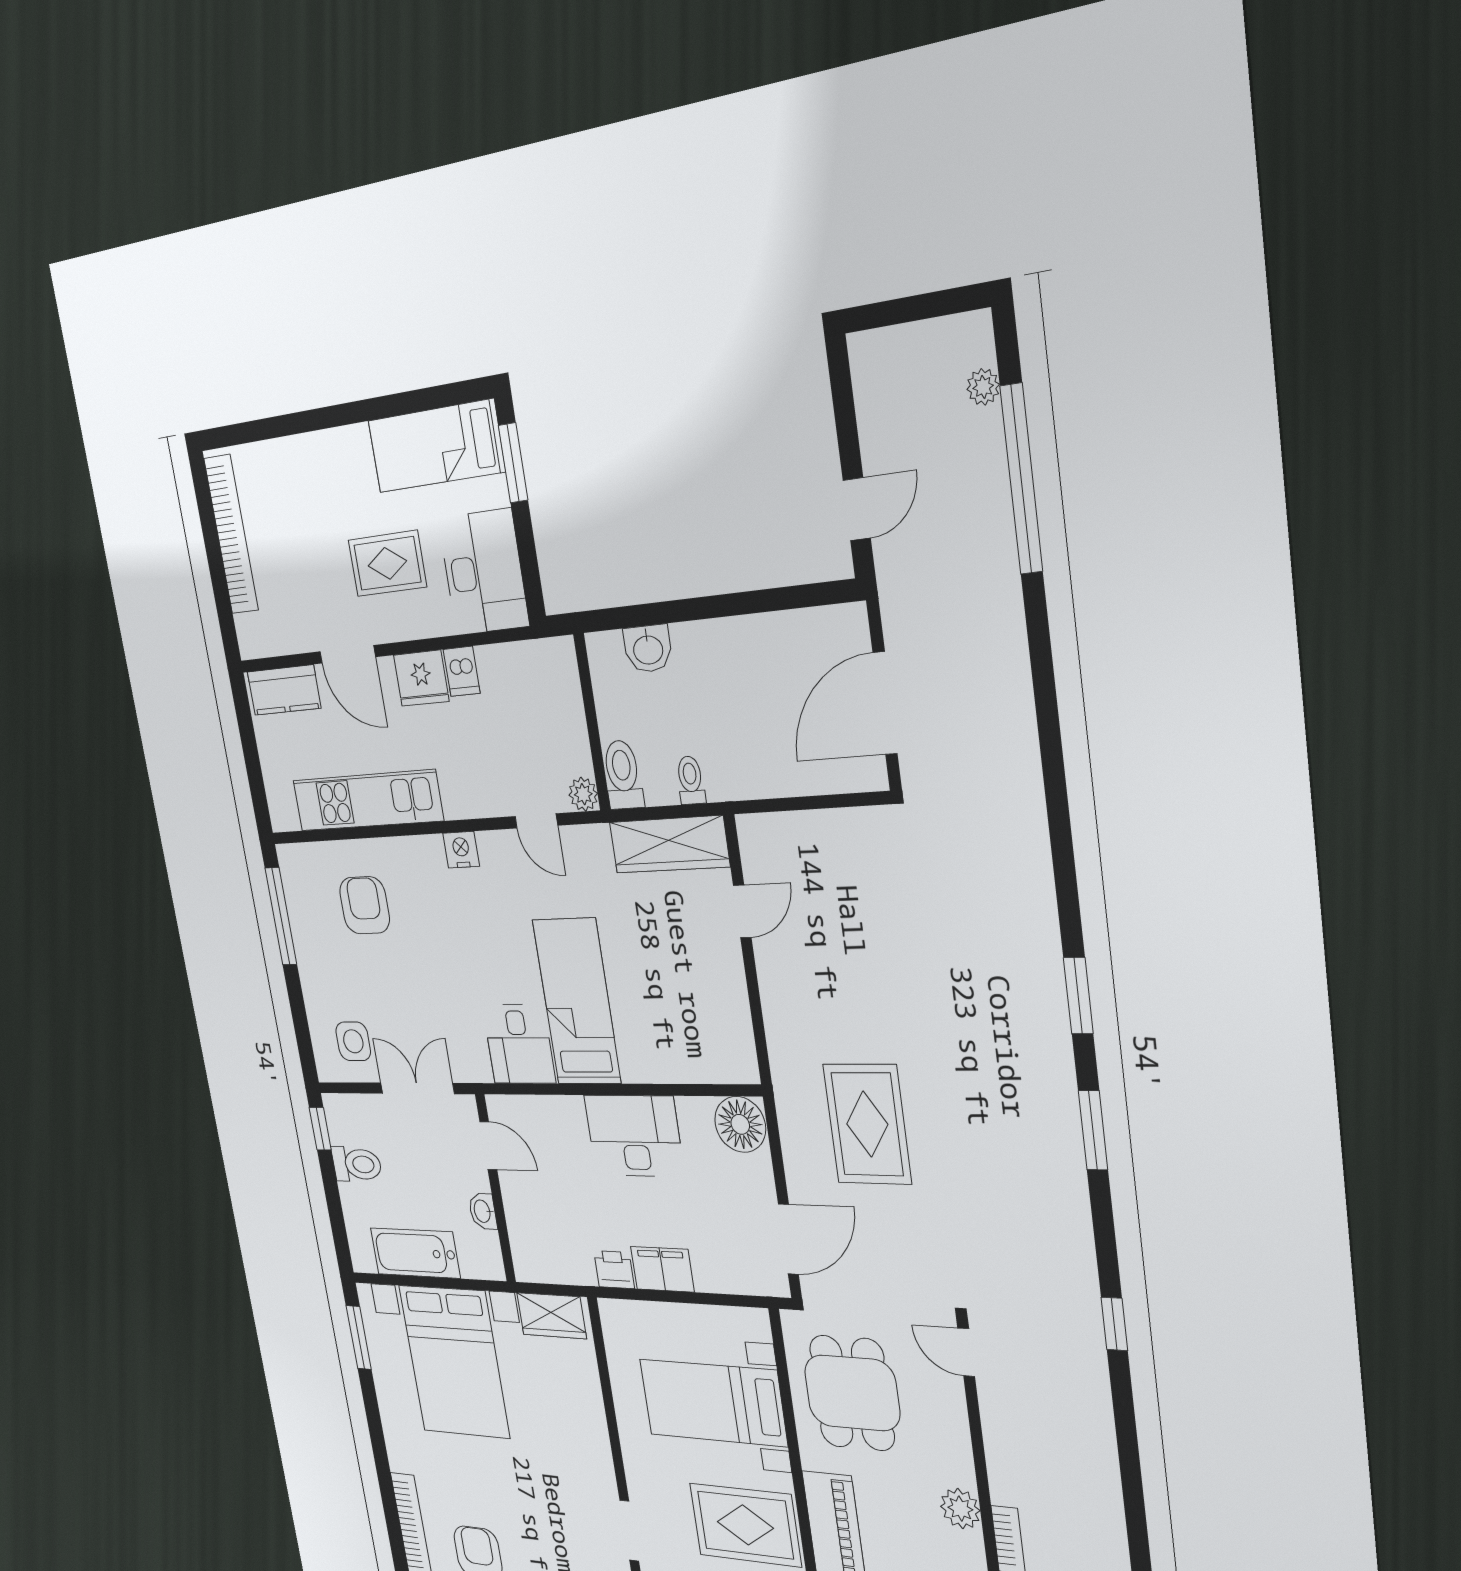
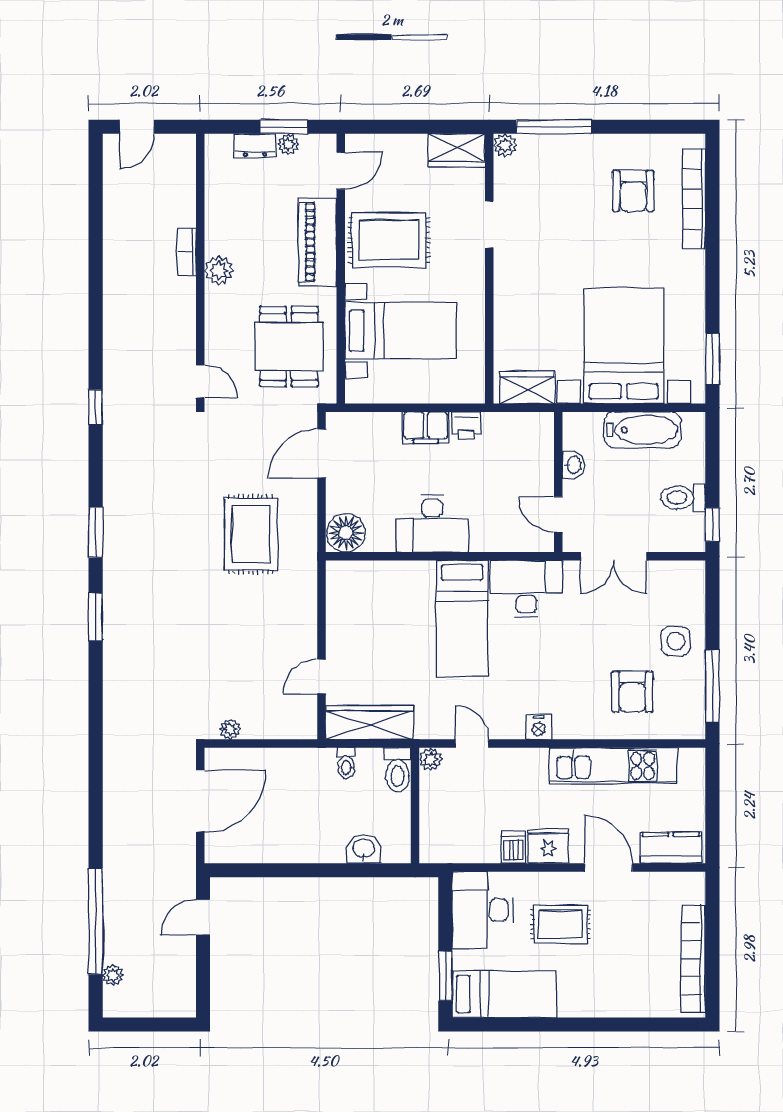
plant: (857, 823) -> (230, 729), added
side table: (353, 1041) -> (676, 641), moved
desk: (519, 1044) -> (526, 589), width x1.37

